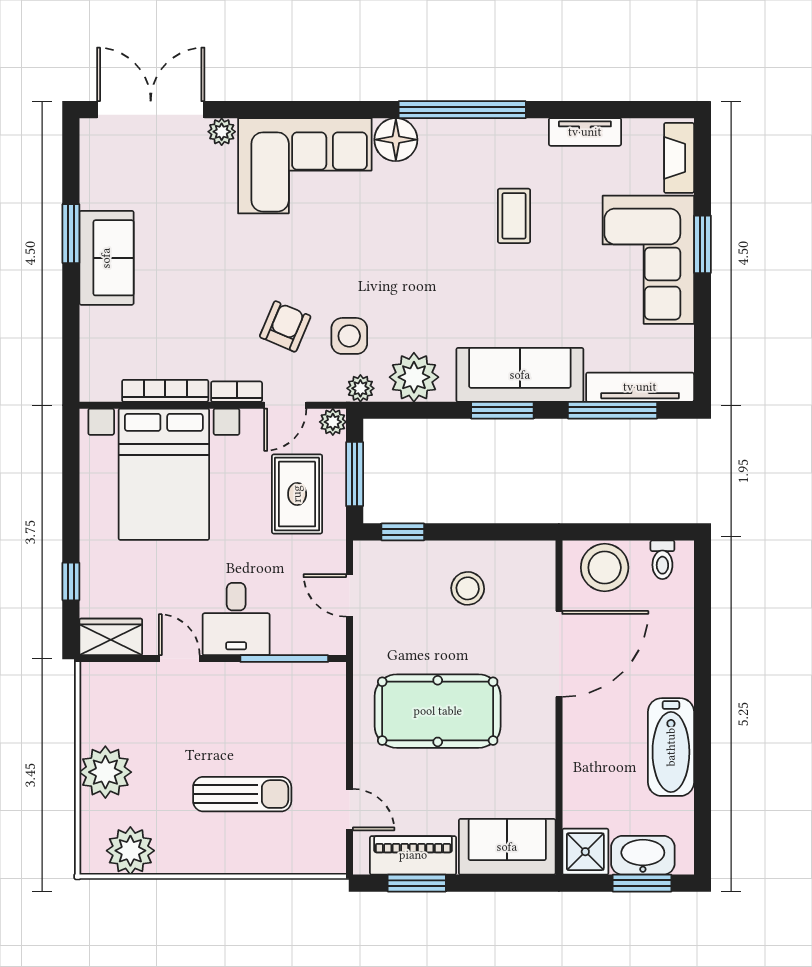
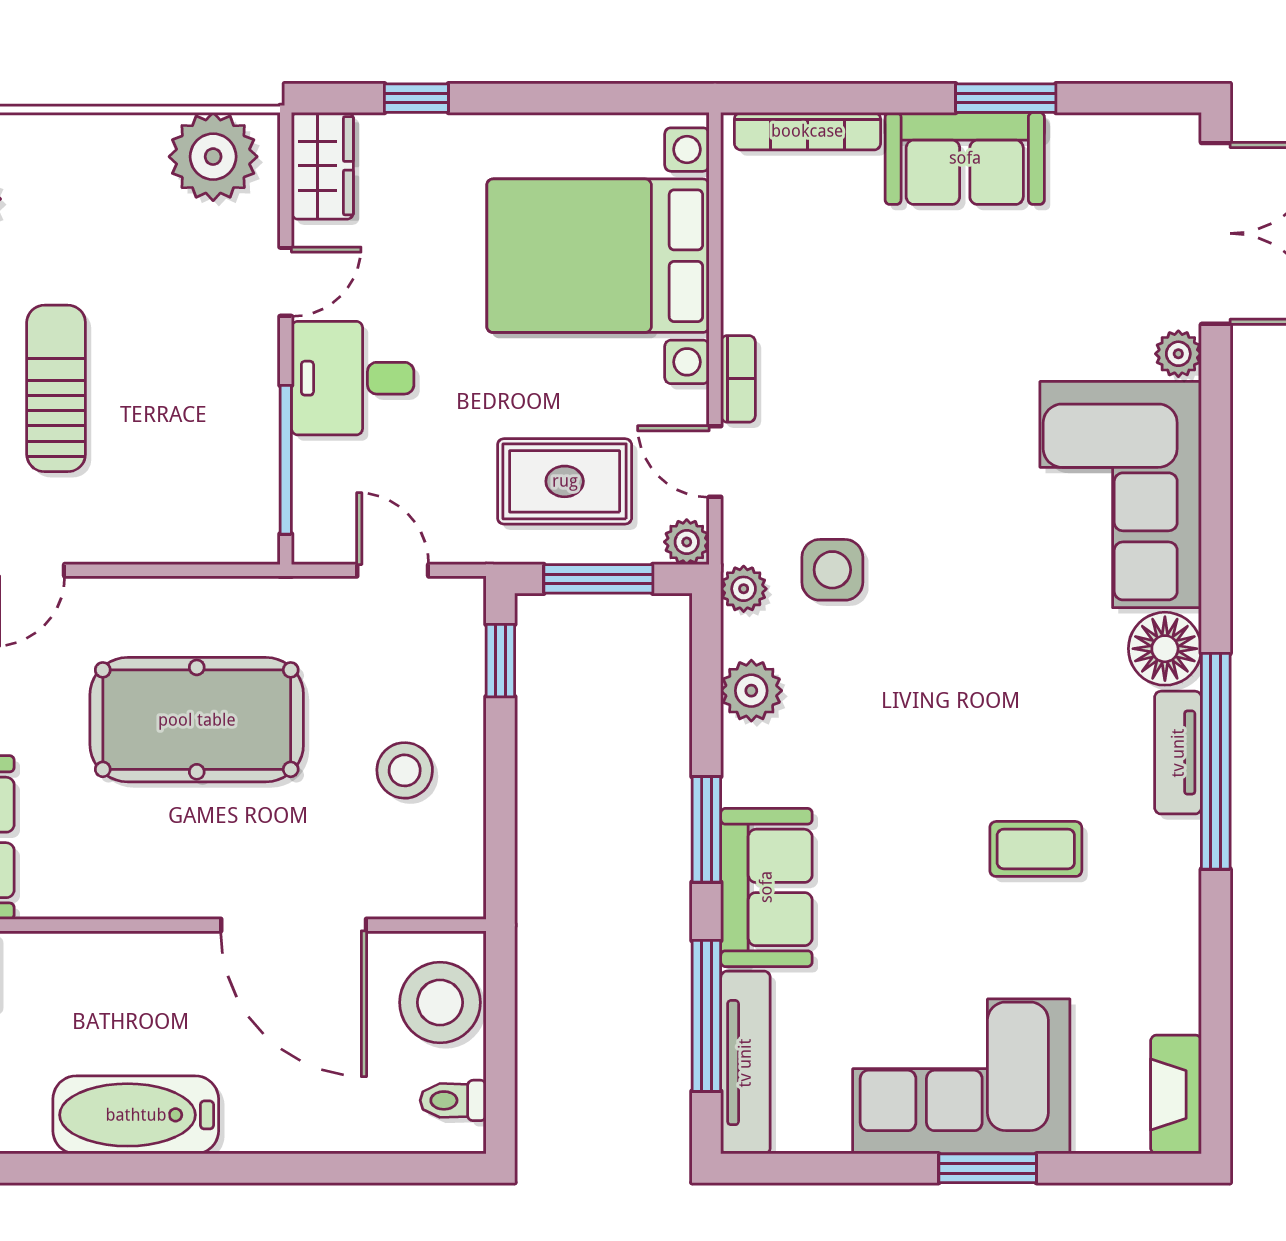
tv unit: (585, 132) -> (1178, 753), moved
fireplace: (679, 158) -> (1176, 1095), moved, turned -90
armchair: (285, 326) -> (848, 461), removed
sofa: (520, 375) -> (766, 887), width x0.73
plant: (414, 377) -> (751, 691), width x0.73, depth x0.73
bookcase: (165, 391) -> (807, 131), moved, turned 90
door: (350, 595) -> (393, 570), hinge flipped
pool table: (438, 711) -> (197, 720), turned 90
plant: (105, 772) -> (213, 157), moved
sun lounger: (242, 794) -> (56, 388), turned 180

